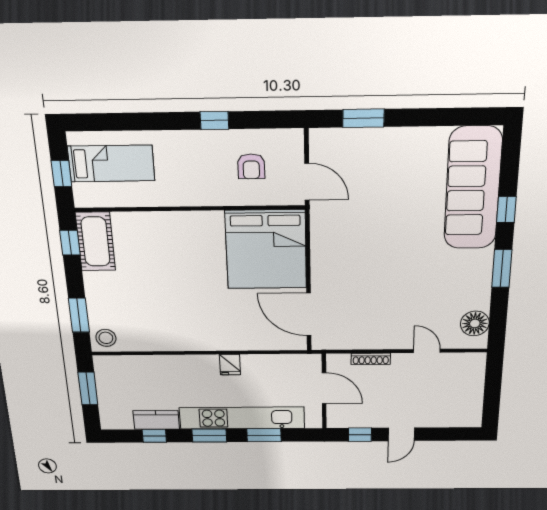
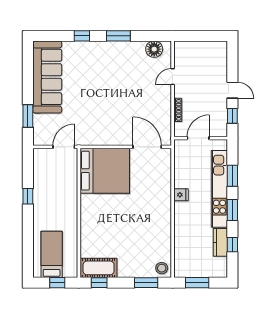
armchair: (251, 166) -> (54, 177), removed
sofa: (473, 188) -> (47, 77), moved, turned -90
door: (309, 314) -> (147, 147), swing flipped

